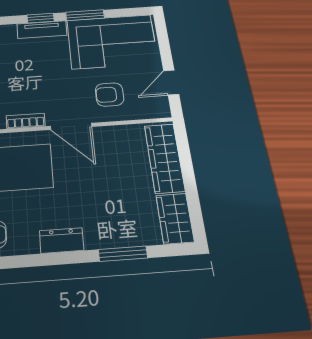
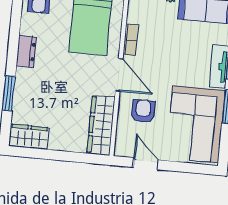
door: (71, 126) -> (119, 75), swing flipped
wardrobe: (164, 158) -> (101, 125), moved, turned -90

